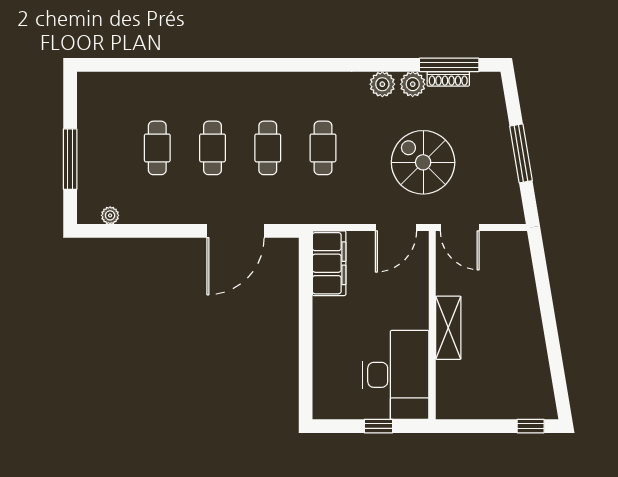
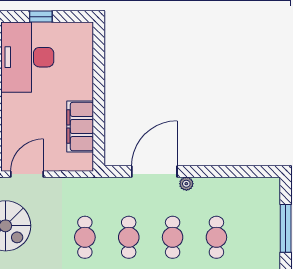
plant: (110, 215) -> (186, 184), moved
filing cabinet: (329, 263) -> (80, 127), moved

